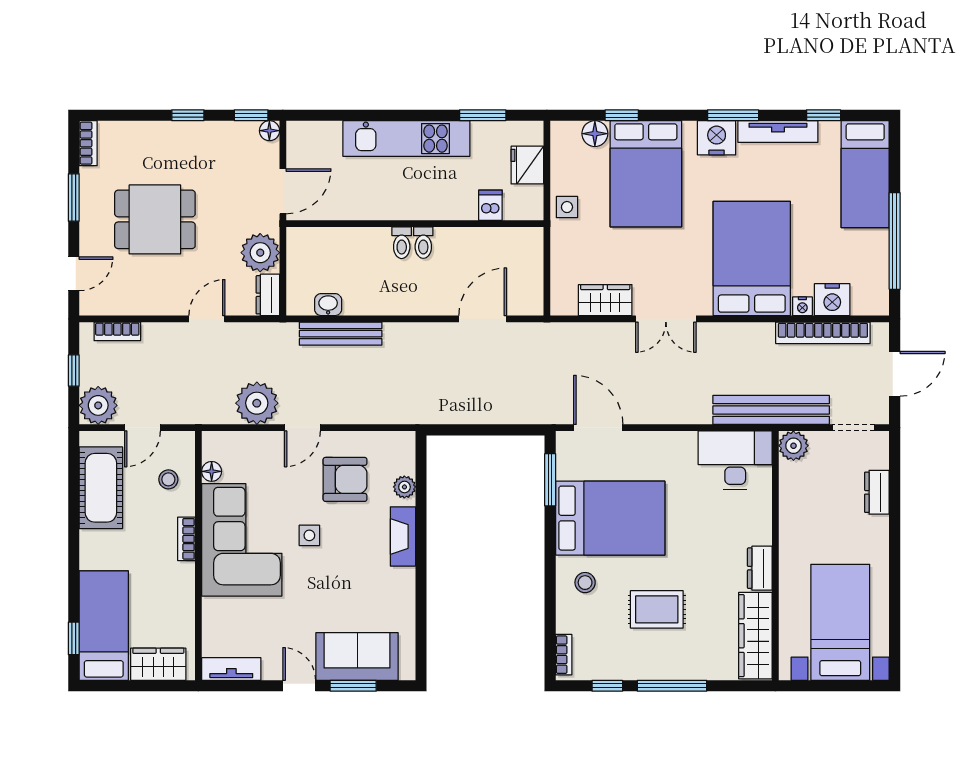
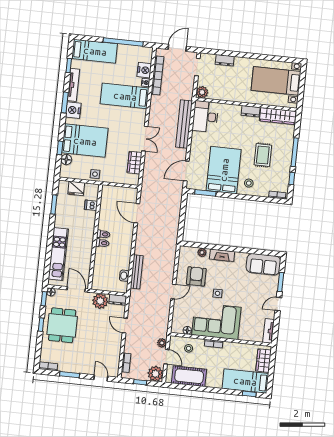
kitchen unit: (406, 139) -> (58, 254), moved
dining table: (155, 219) -> (62, 325), moved
bed: (752, 258) -> (125, 96), width x0.67
door: (895, 374) -> (177, 48), hinge flipped
plant: (257, 403) -> (162, 343), moved, width x0.53, depth x0.53
bench: (771, 410) -> (184, 124), moved
door: (302, 428) -> (173, 292), hinge flipped
sofa: (357, 657) -> (263, 264), moved, turned -90

